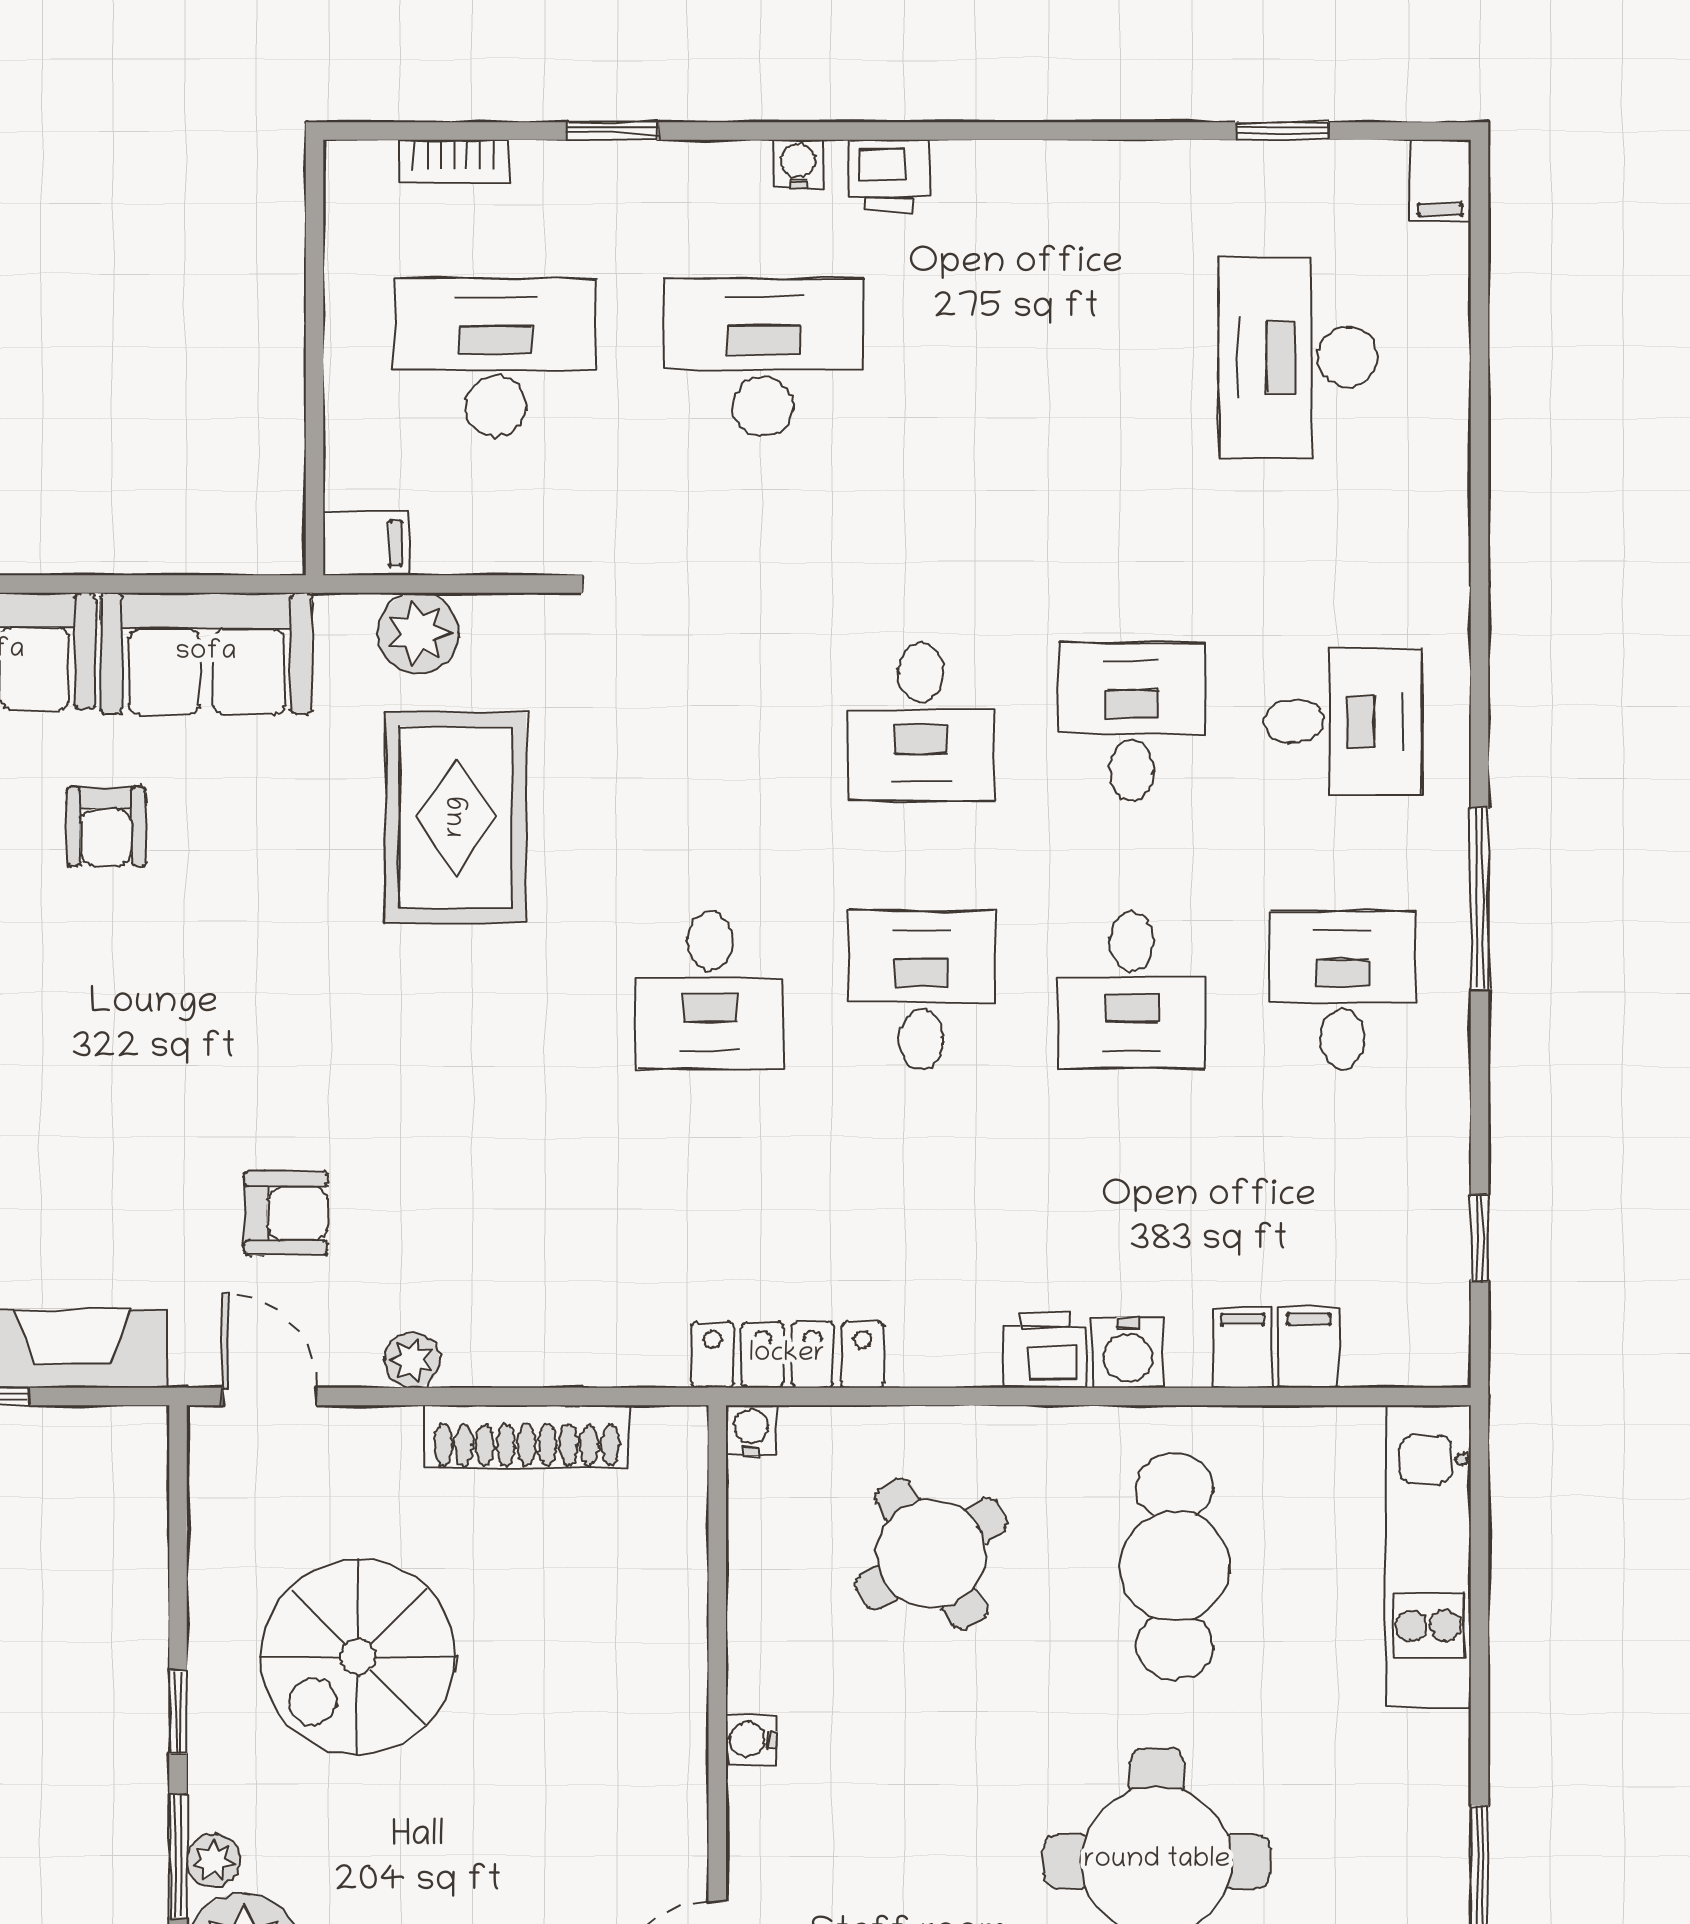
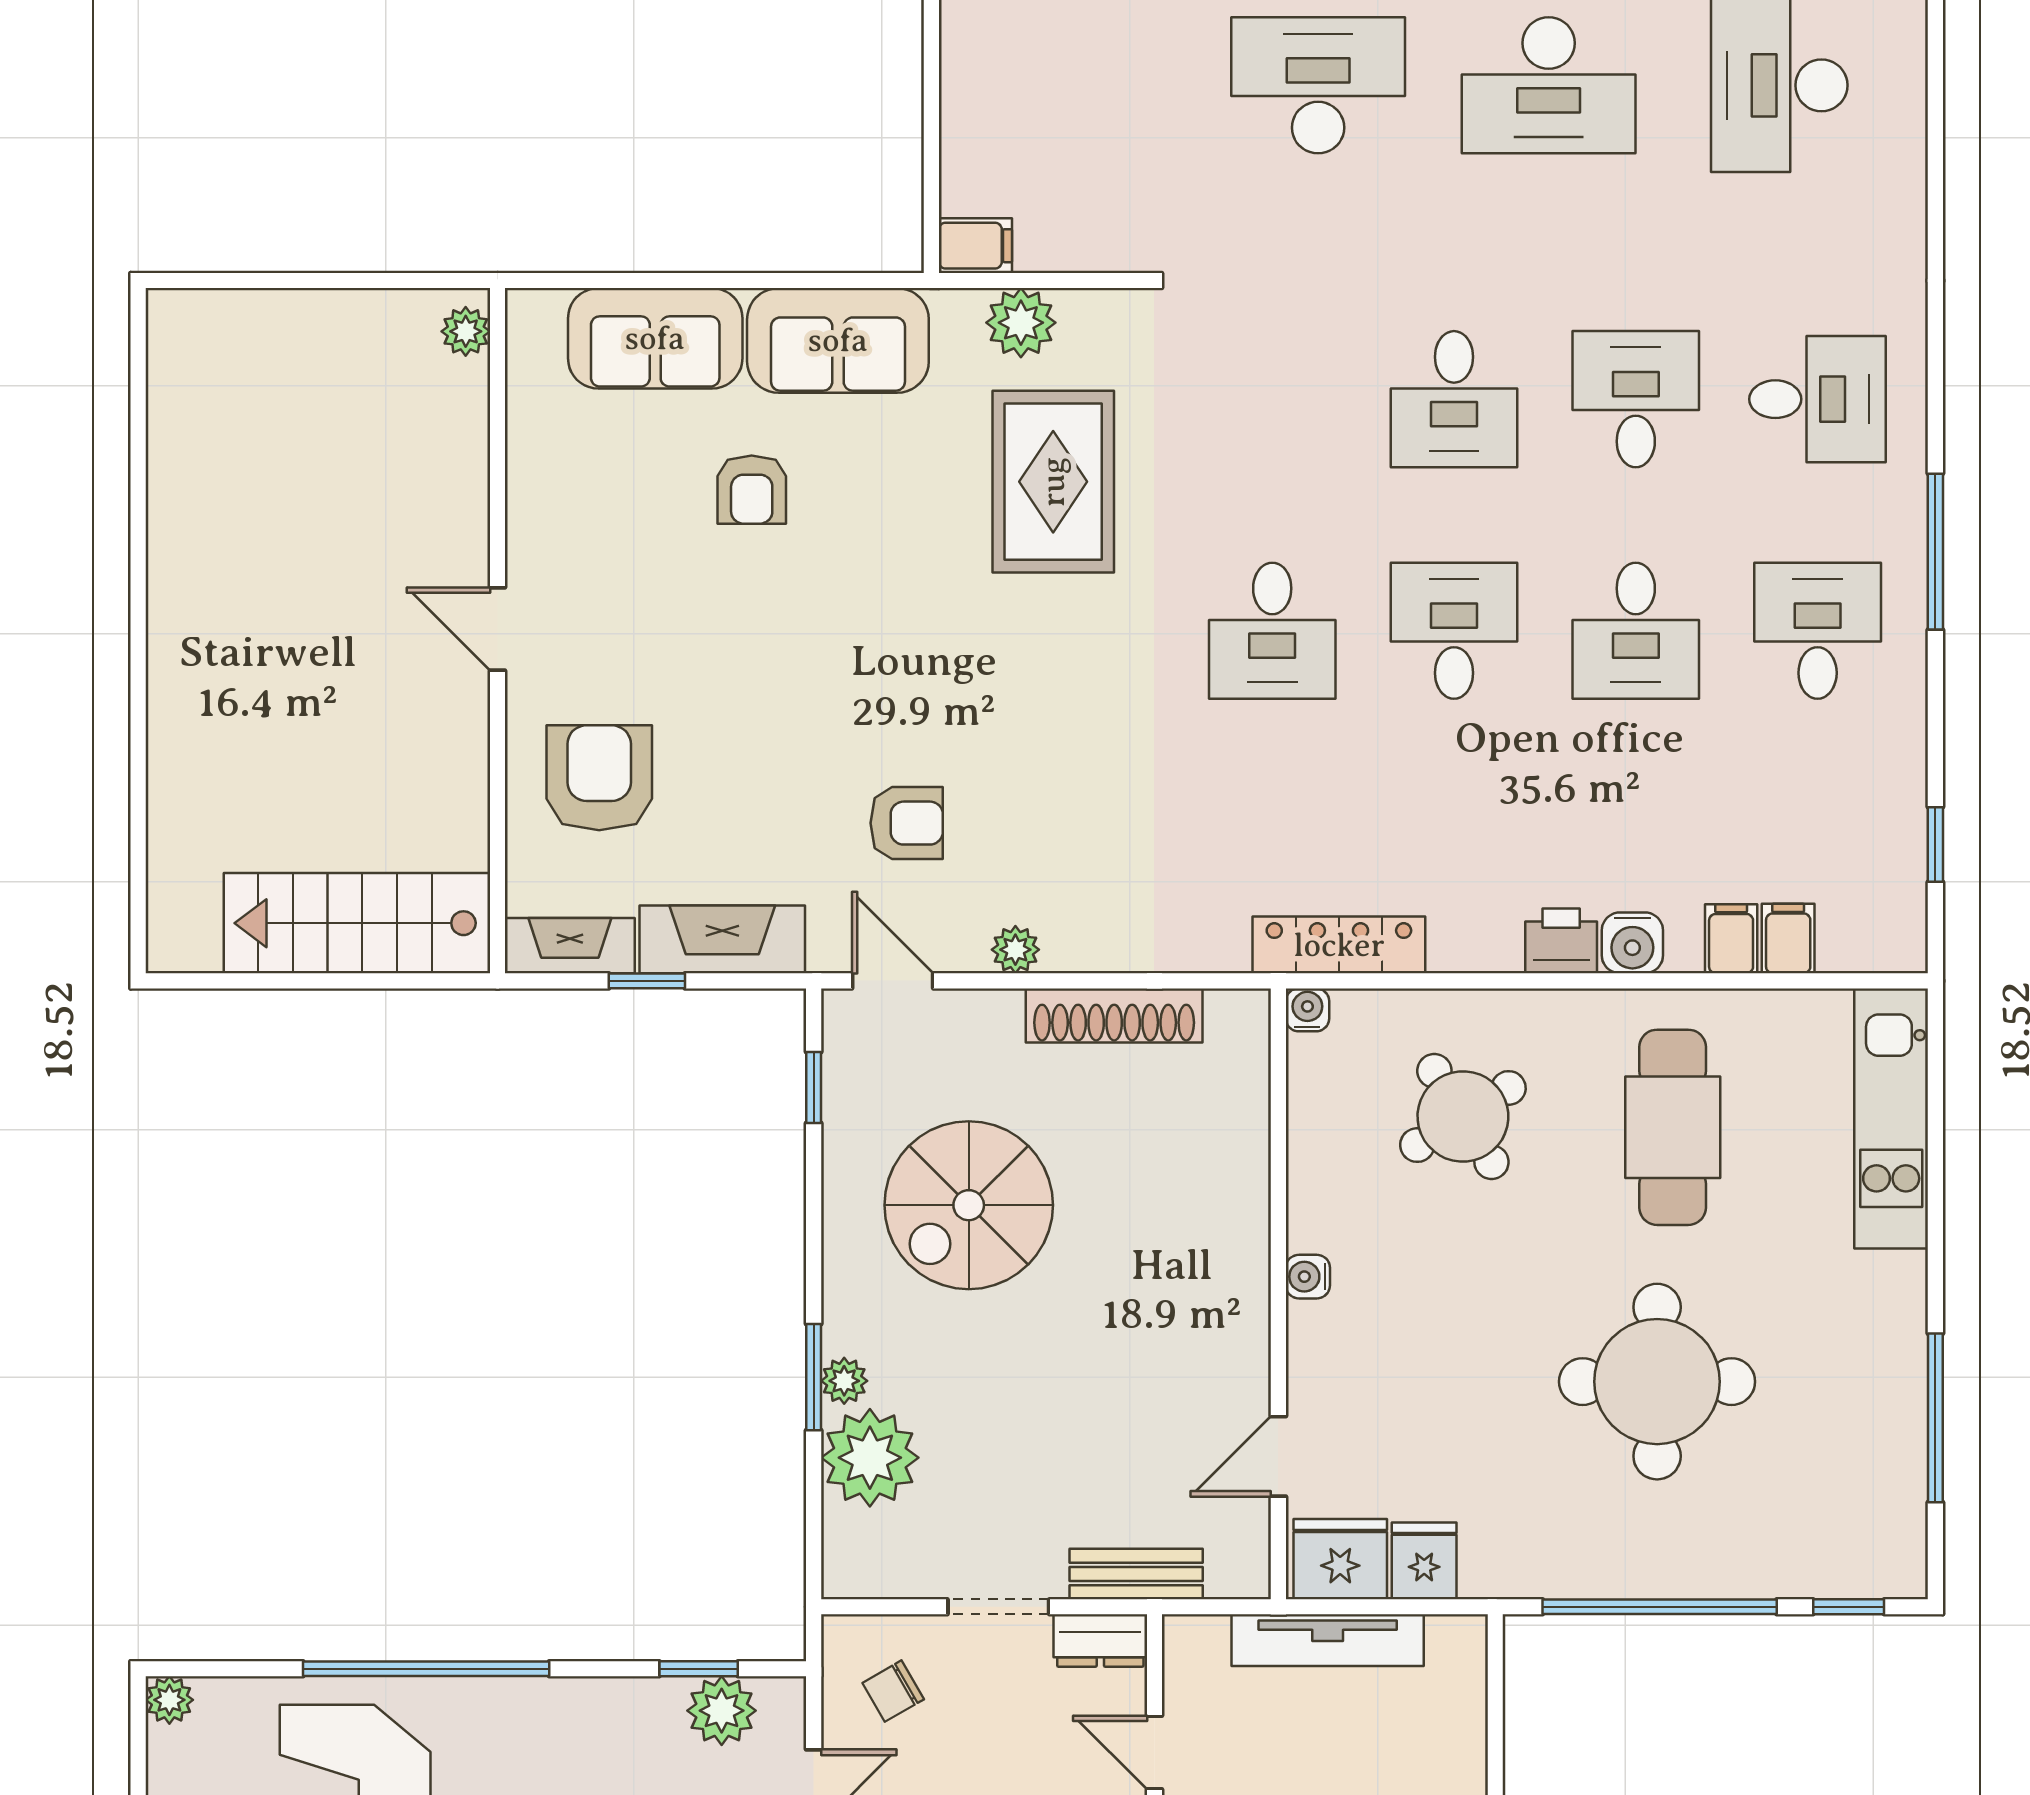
desk: (496, 357) -> (1549, 85), moved, turned 180
window: (178, 1712) -> (814, 1088), moved

